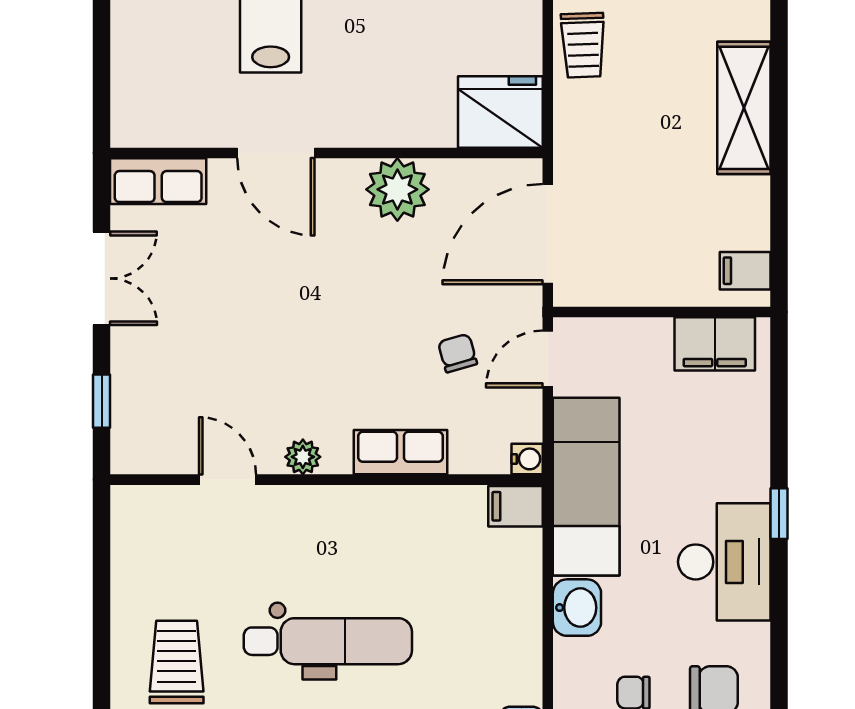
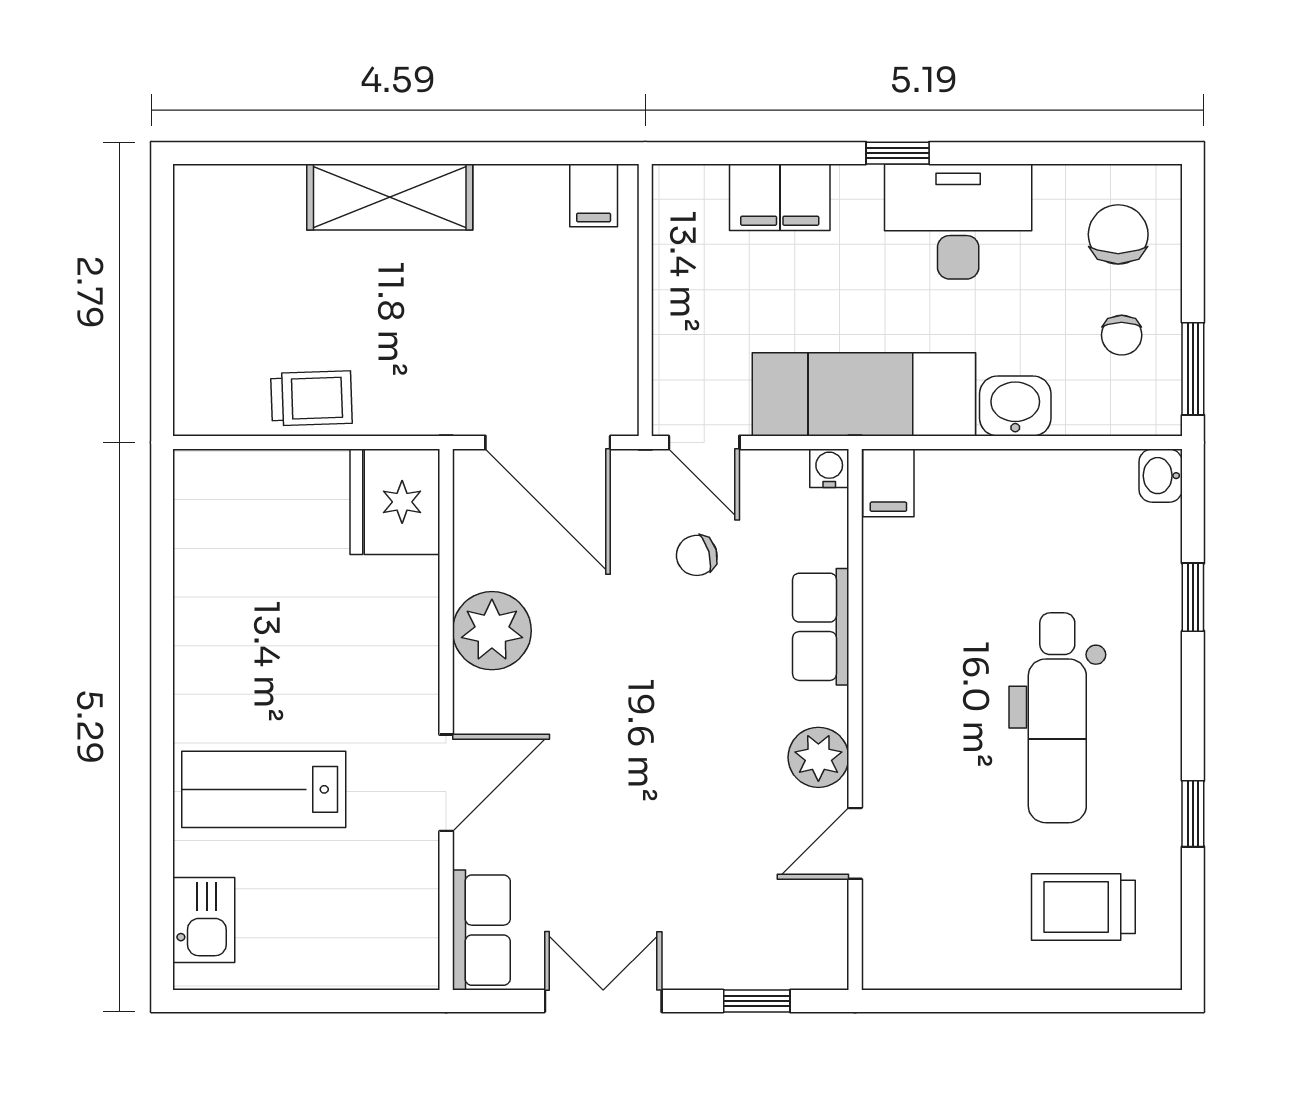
filing cabinet: (715, 344) -> (780, 197), moved, turned 90
plant: (303, 457) -> (818, 757), width x1.38, depth x1.38
dental chair: (328, 641) -> (1057, 718), turned 180

